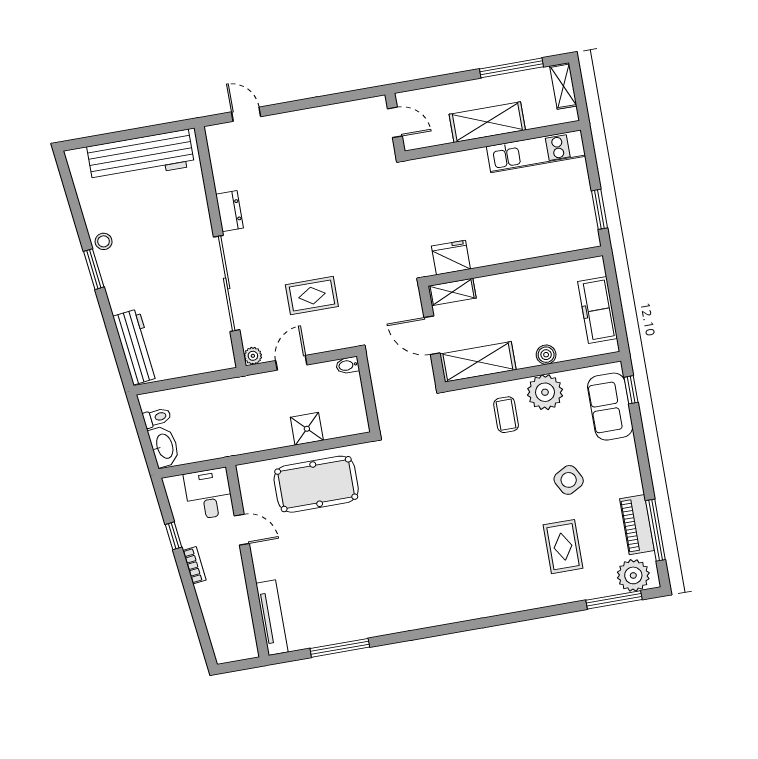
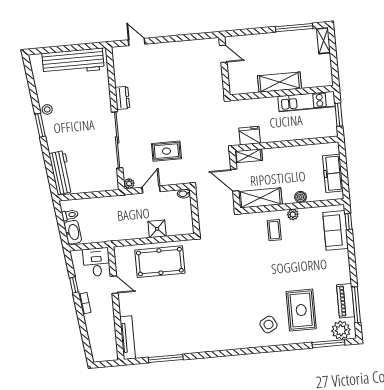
shelving: (487, 122) -> (280, 82), moved
wall: (493, 141) -> (282, 93), moved
kitchen unit: (536, 151) -> (307, 102), moved
plant: (545, 392) -> (293, 214), width x0.53, depth x0.53
side table: (569, 480) -> (268, 324), moved
rug: (563, 547) -> (301, 310), width x1.36, depth x1.43

